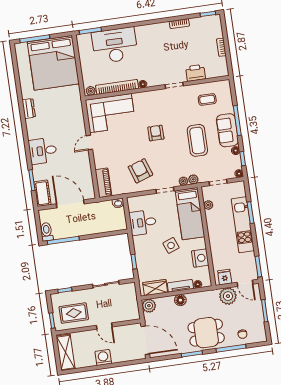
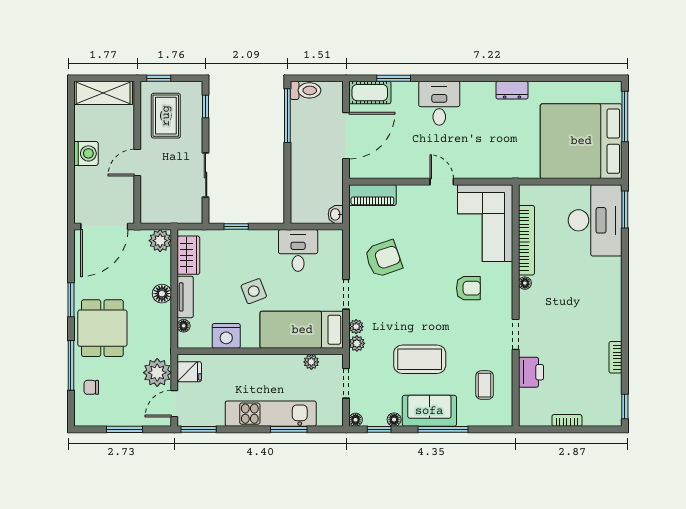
desk: (115, 45) -> (595, 220), moved
plant: (91, 91) -> (526, 196), removed
armchair: (156, 133) -> (468, 288), moved

